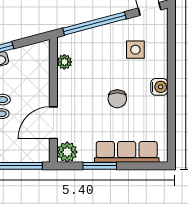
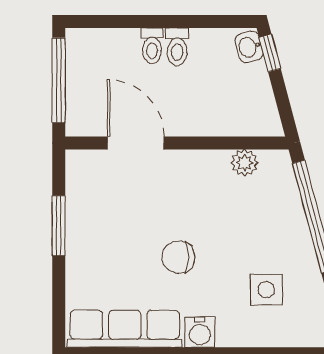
plant: (67, 152) -> (83, 168), removed
row of seats: (127, 152) -> (125, 329), moved, turned -90

